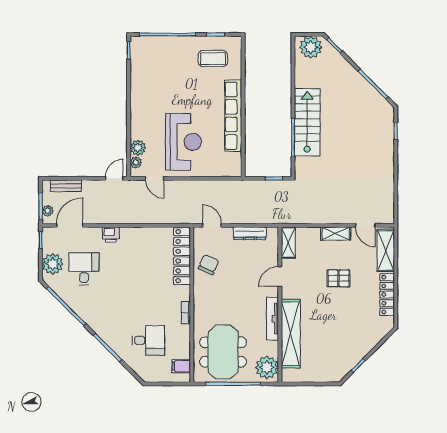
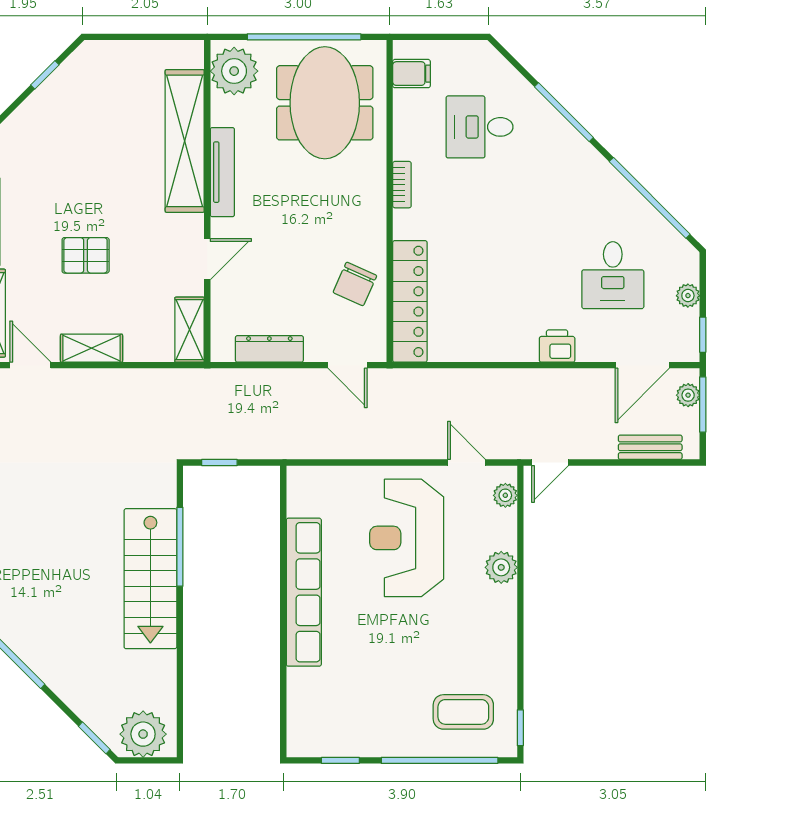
coffee table: (213, 59) -> (463, 712), moved
plant: (138, 148) -> (501, 567), moved
plant: (53, 264) -> (688, 296), width x0.53, depth x0.53

